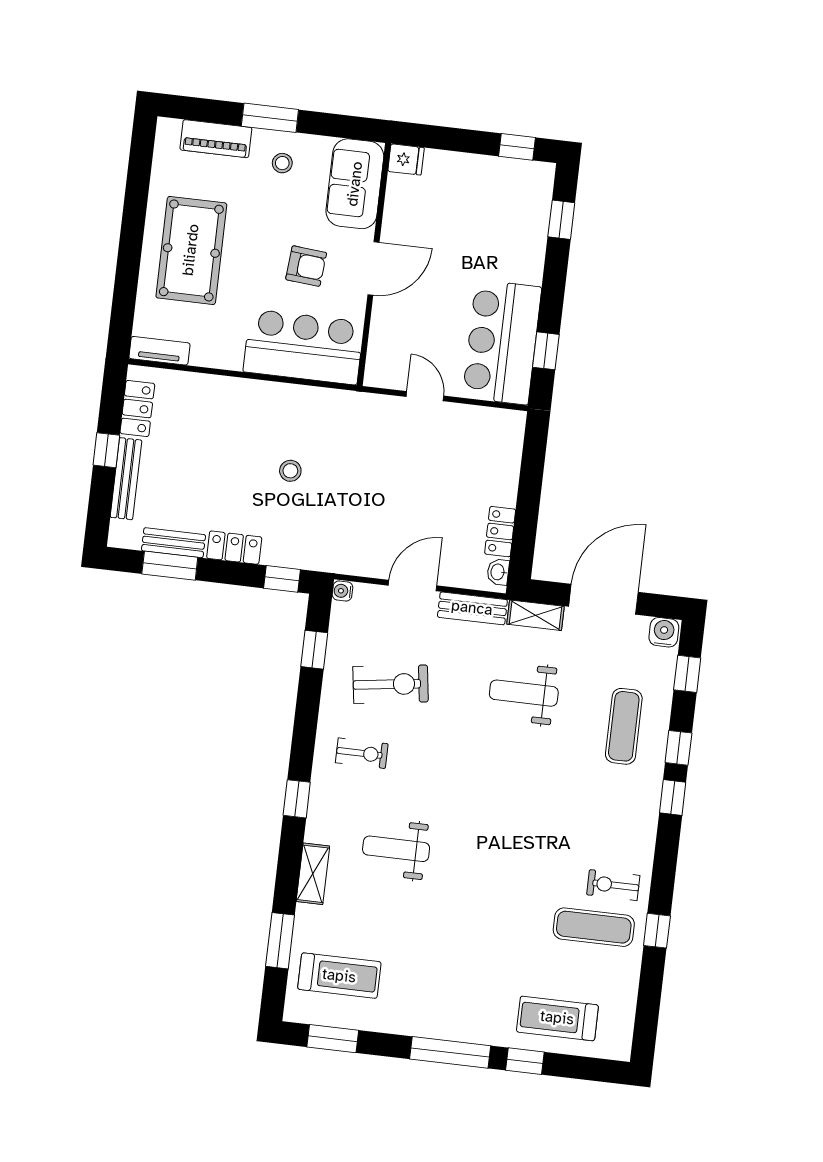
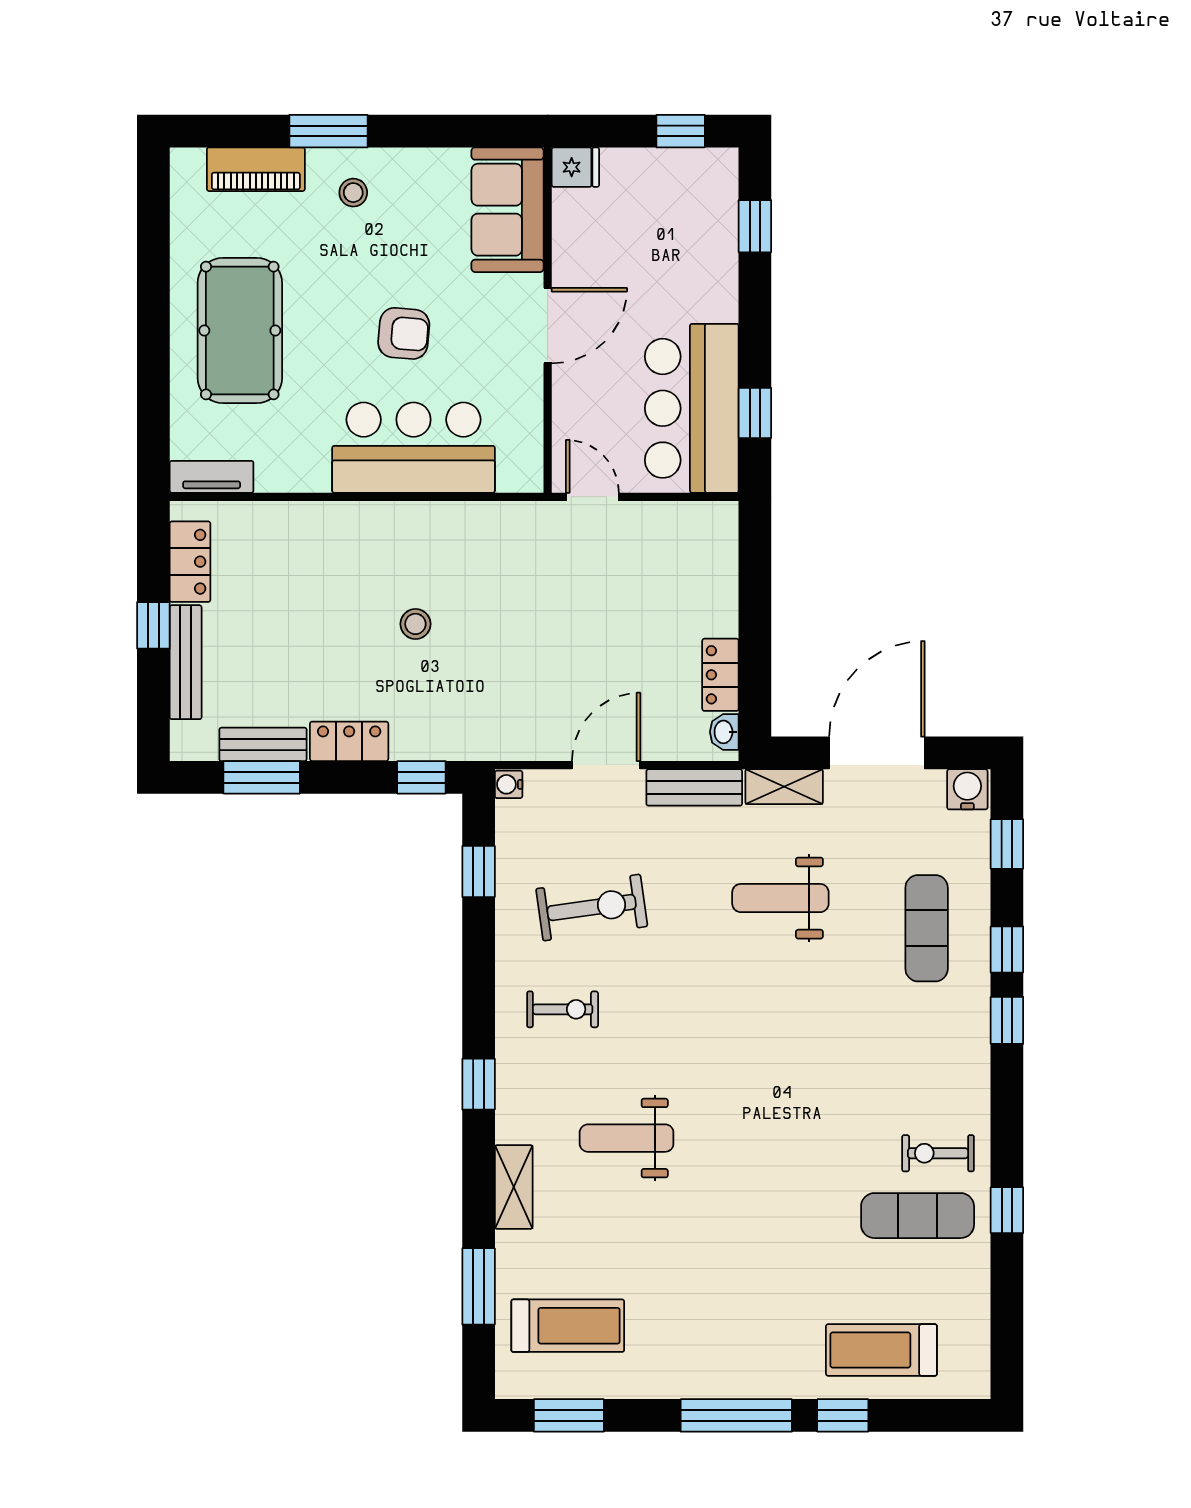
fridge: (406, 160) -> (575, 167), moved
sofa: (355, 184) -> (508, 210), moved
wall: (374, 264) -> (548, 320), moved
door: (373, 268) -> (548, 326), moved

